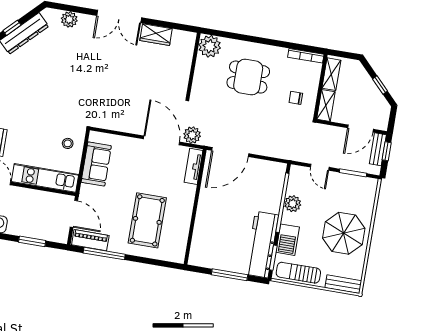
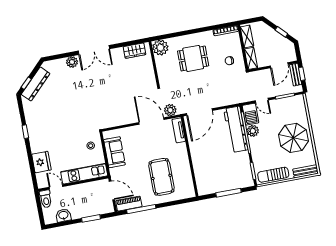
plant: (69, 19) -> (72, 62), moved
wardrobe: (156, 35) -> (134, 51), moved
barbecue: (288, 240) -> (250, 114), moved
workbench: (262, 245) -> (236, 129), moved

